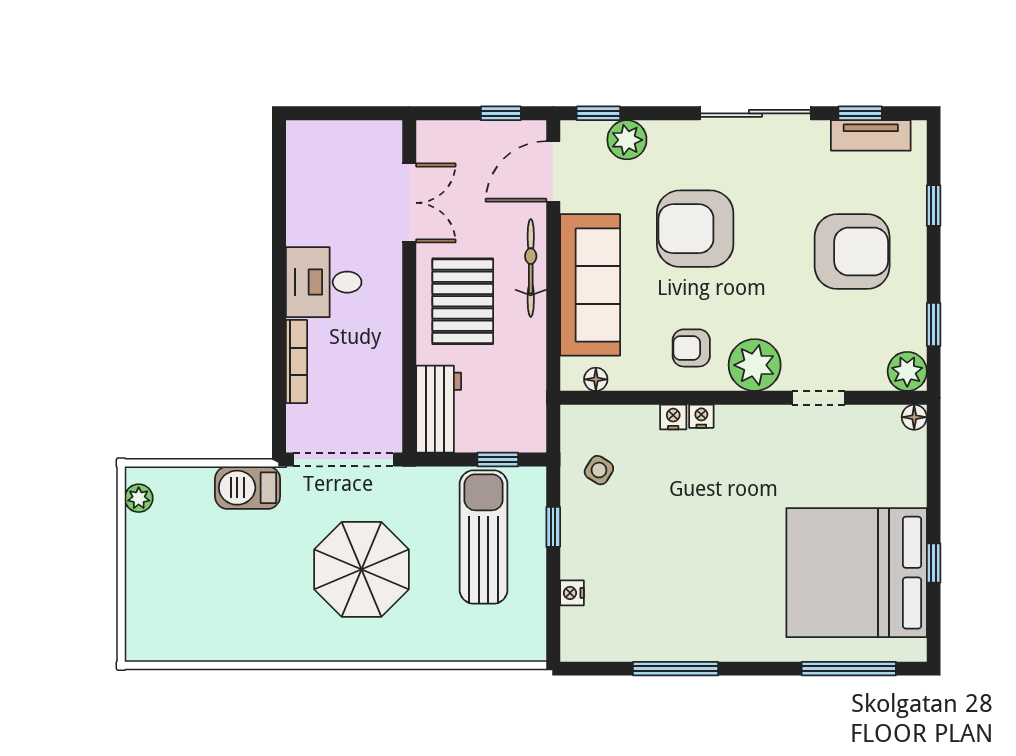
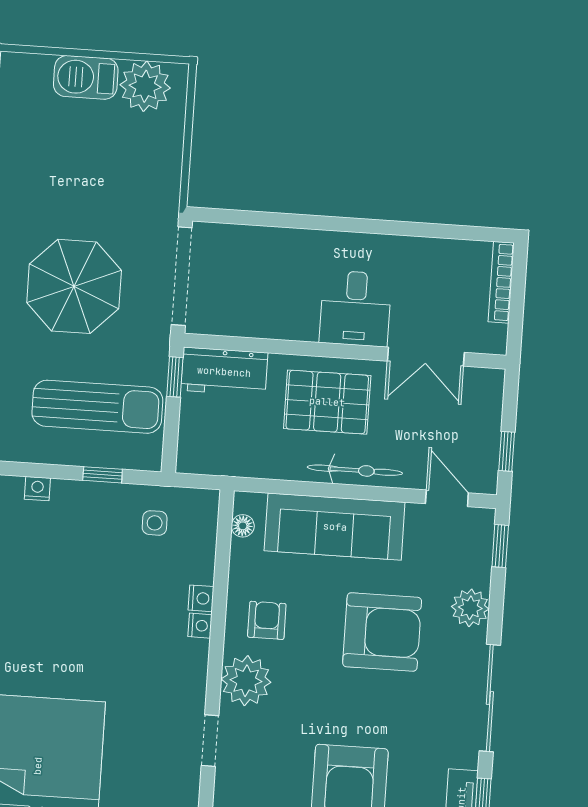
plant: (627, 140) -> (470, 608), moved
door: (553, 171) -> (447, 498), width x0.73
armchair: (695, 229) -> (382, 632), turned 90
desk: (324, 282) -> (355, 308), moved, turned 180
bookcase: (296, 362) -> (501, 282), moved, turned 90
window: (498, 460) -> (175, 377), moved
side table: (599, 470) -> (155, 523), turned -32
barbecue: (248, 488) -> (86, 77), moved, turned -90
plant: (139, 498) -> (145, 86), width x1.88, depth x1.88

